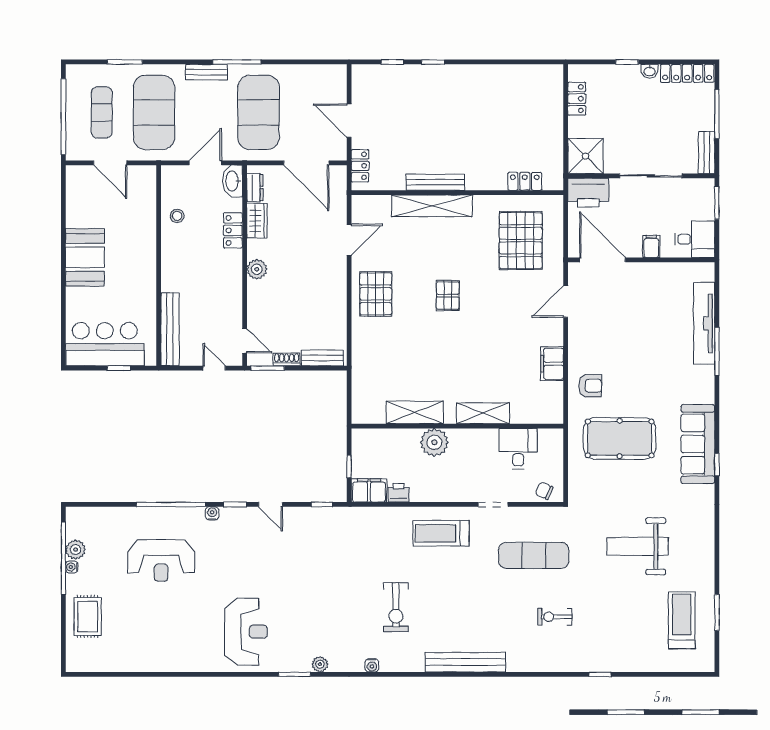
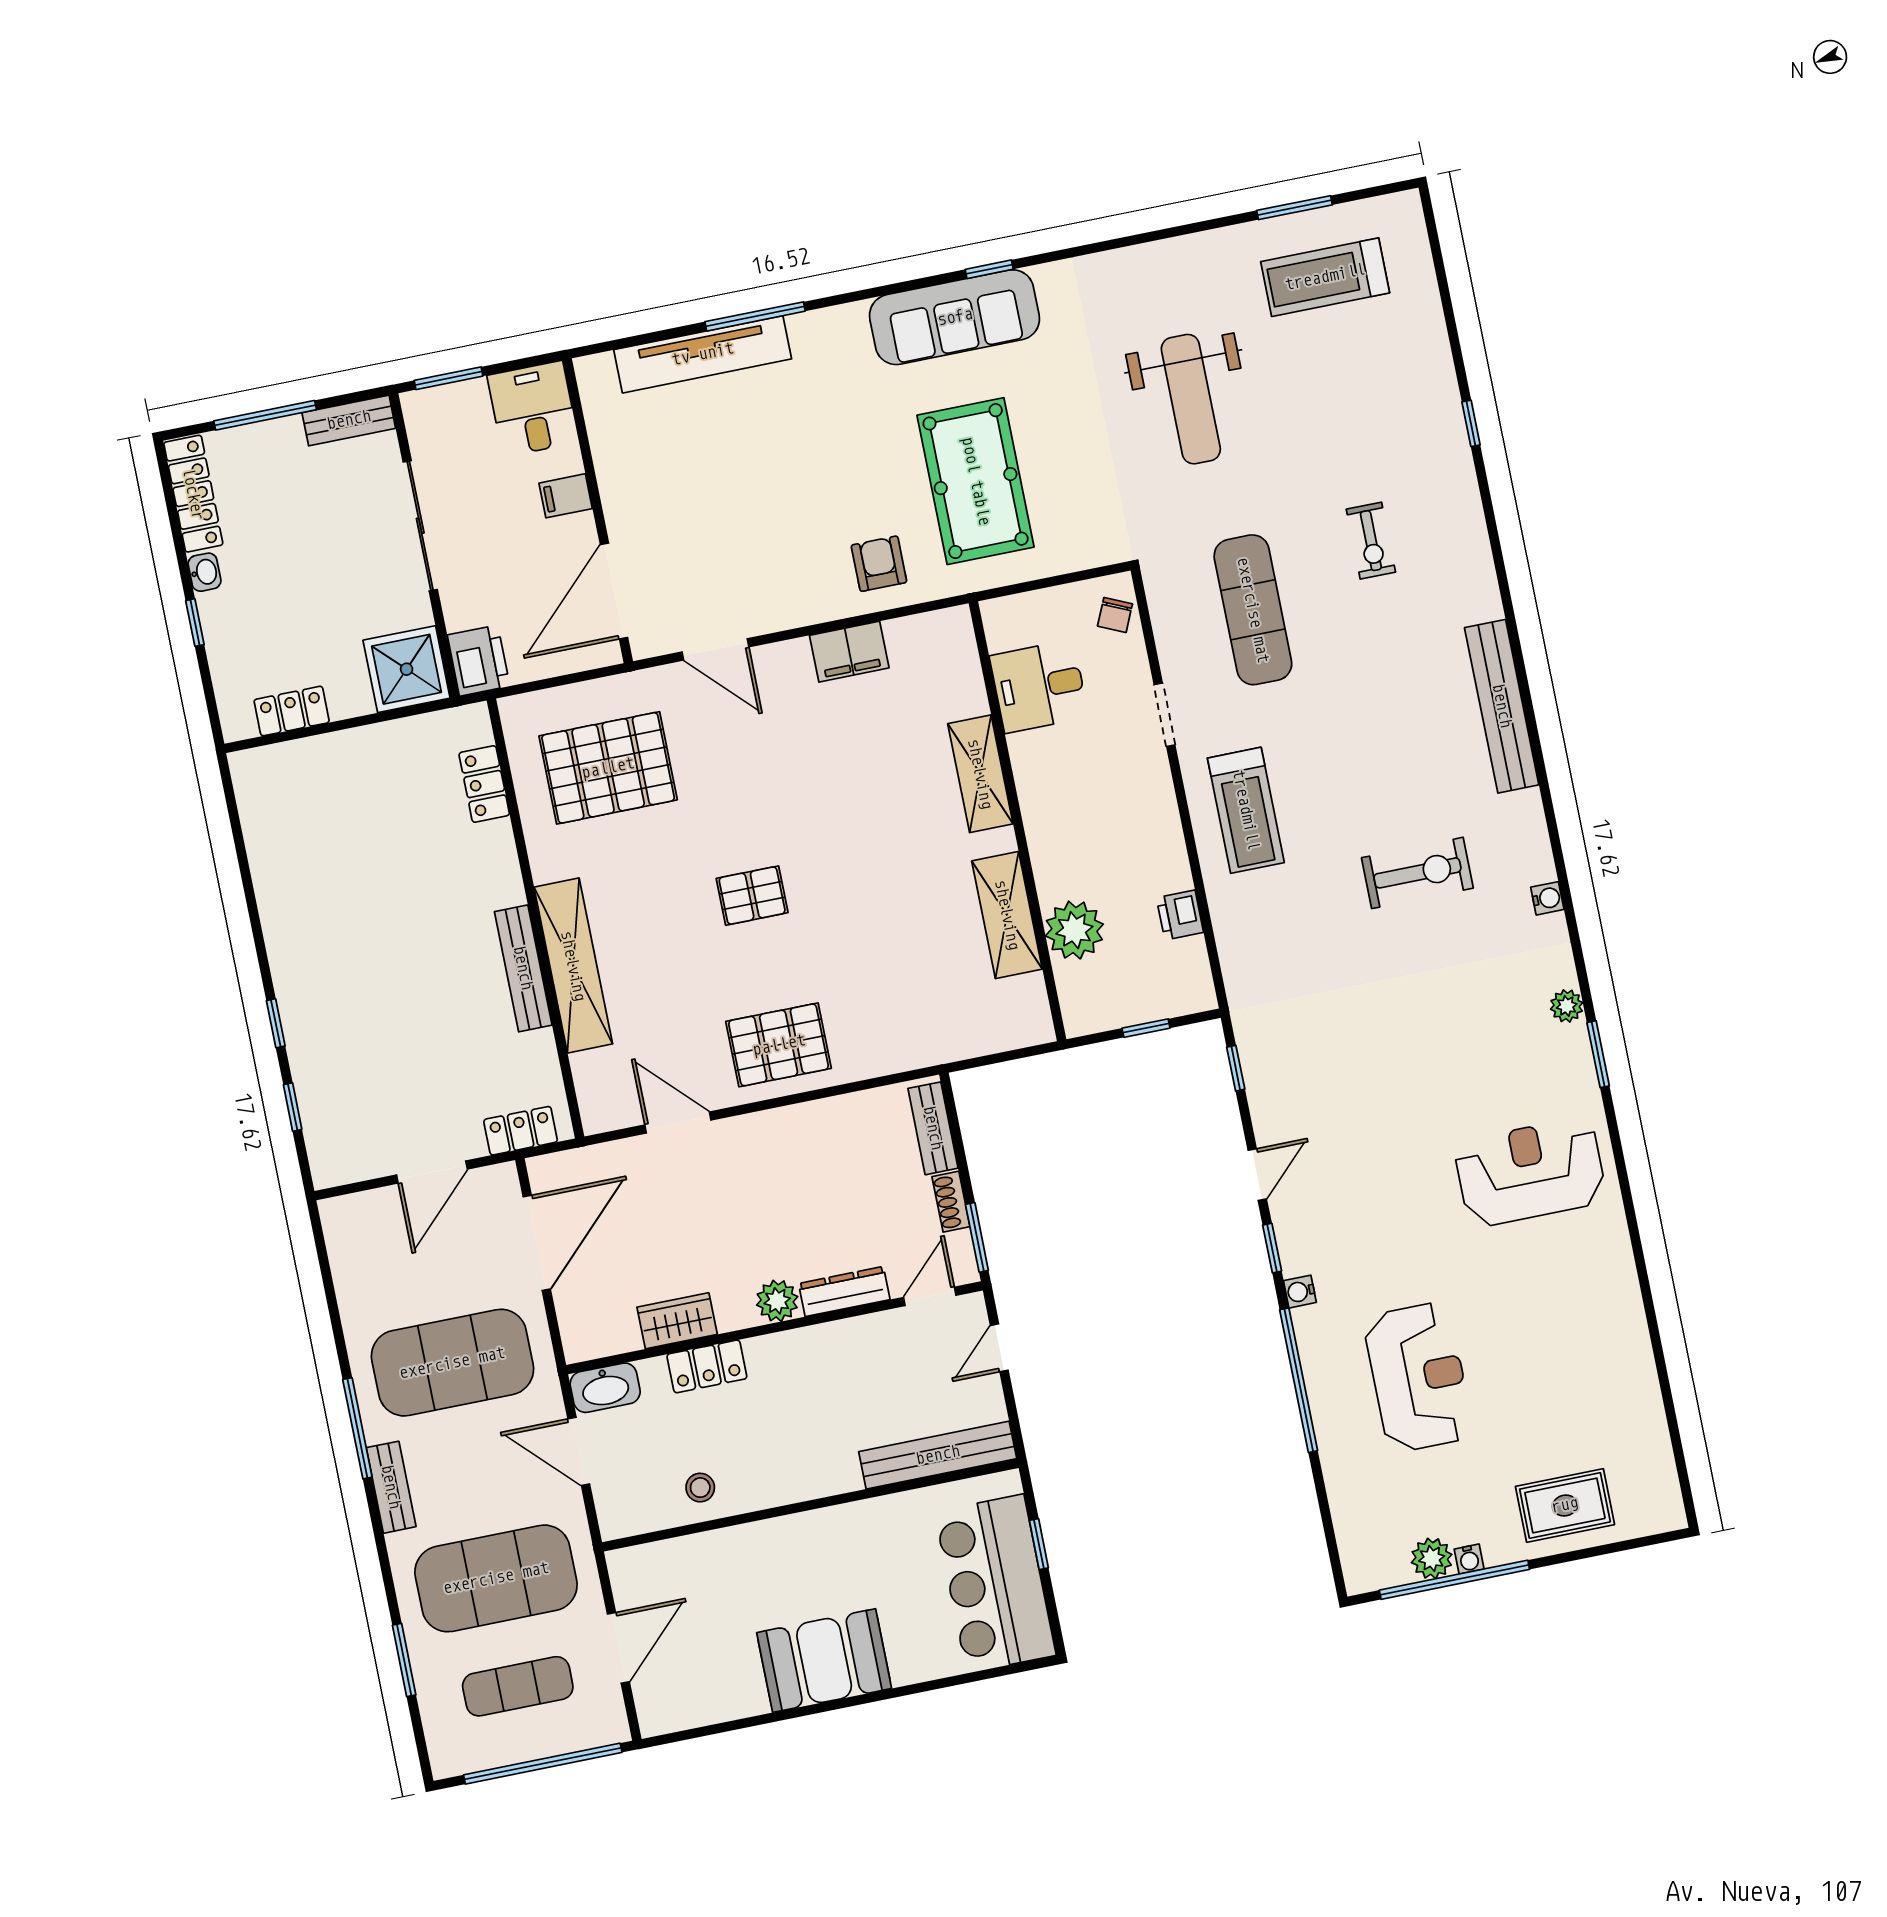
dresser: (255, 188) -> (844, 1291), moved, width x1.44
printer: (588, 193) -> (479, 660), width x0.73, depth x0.84
plant: (434, 442) -> (1074, 930), moved
filing cabinet: (369, 490) -> (1187, 977), removed

